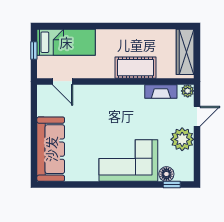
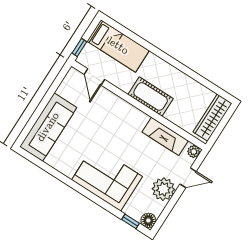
window: (34, 50) -> (79, 47), moved
cot: (136, 68) -> (151, 96), moved
fireplace: (161, 91) -> (165, 136), width x1.37, depth x1.32
floor lamp: (166, 174) -> (148, 220), moved

